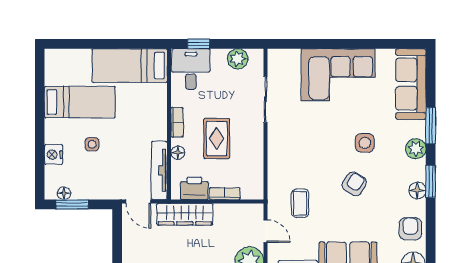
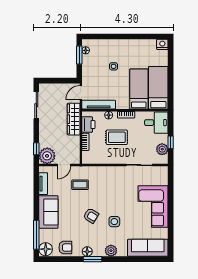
window: (199, 44) -> (171, 142), moved
bed: (80, 102) -> (139, 89), moved, turned 180
window: (431, 126) -> (124, 259), removed
nightstand: (54, 155) -> (162, 44), moved

